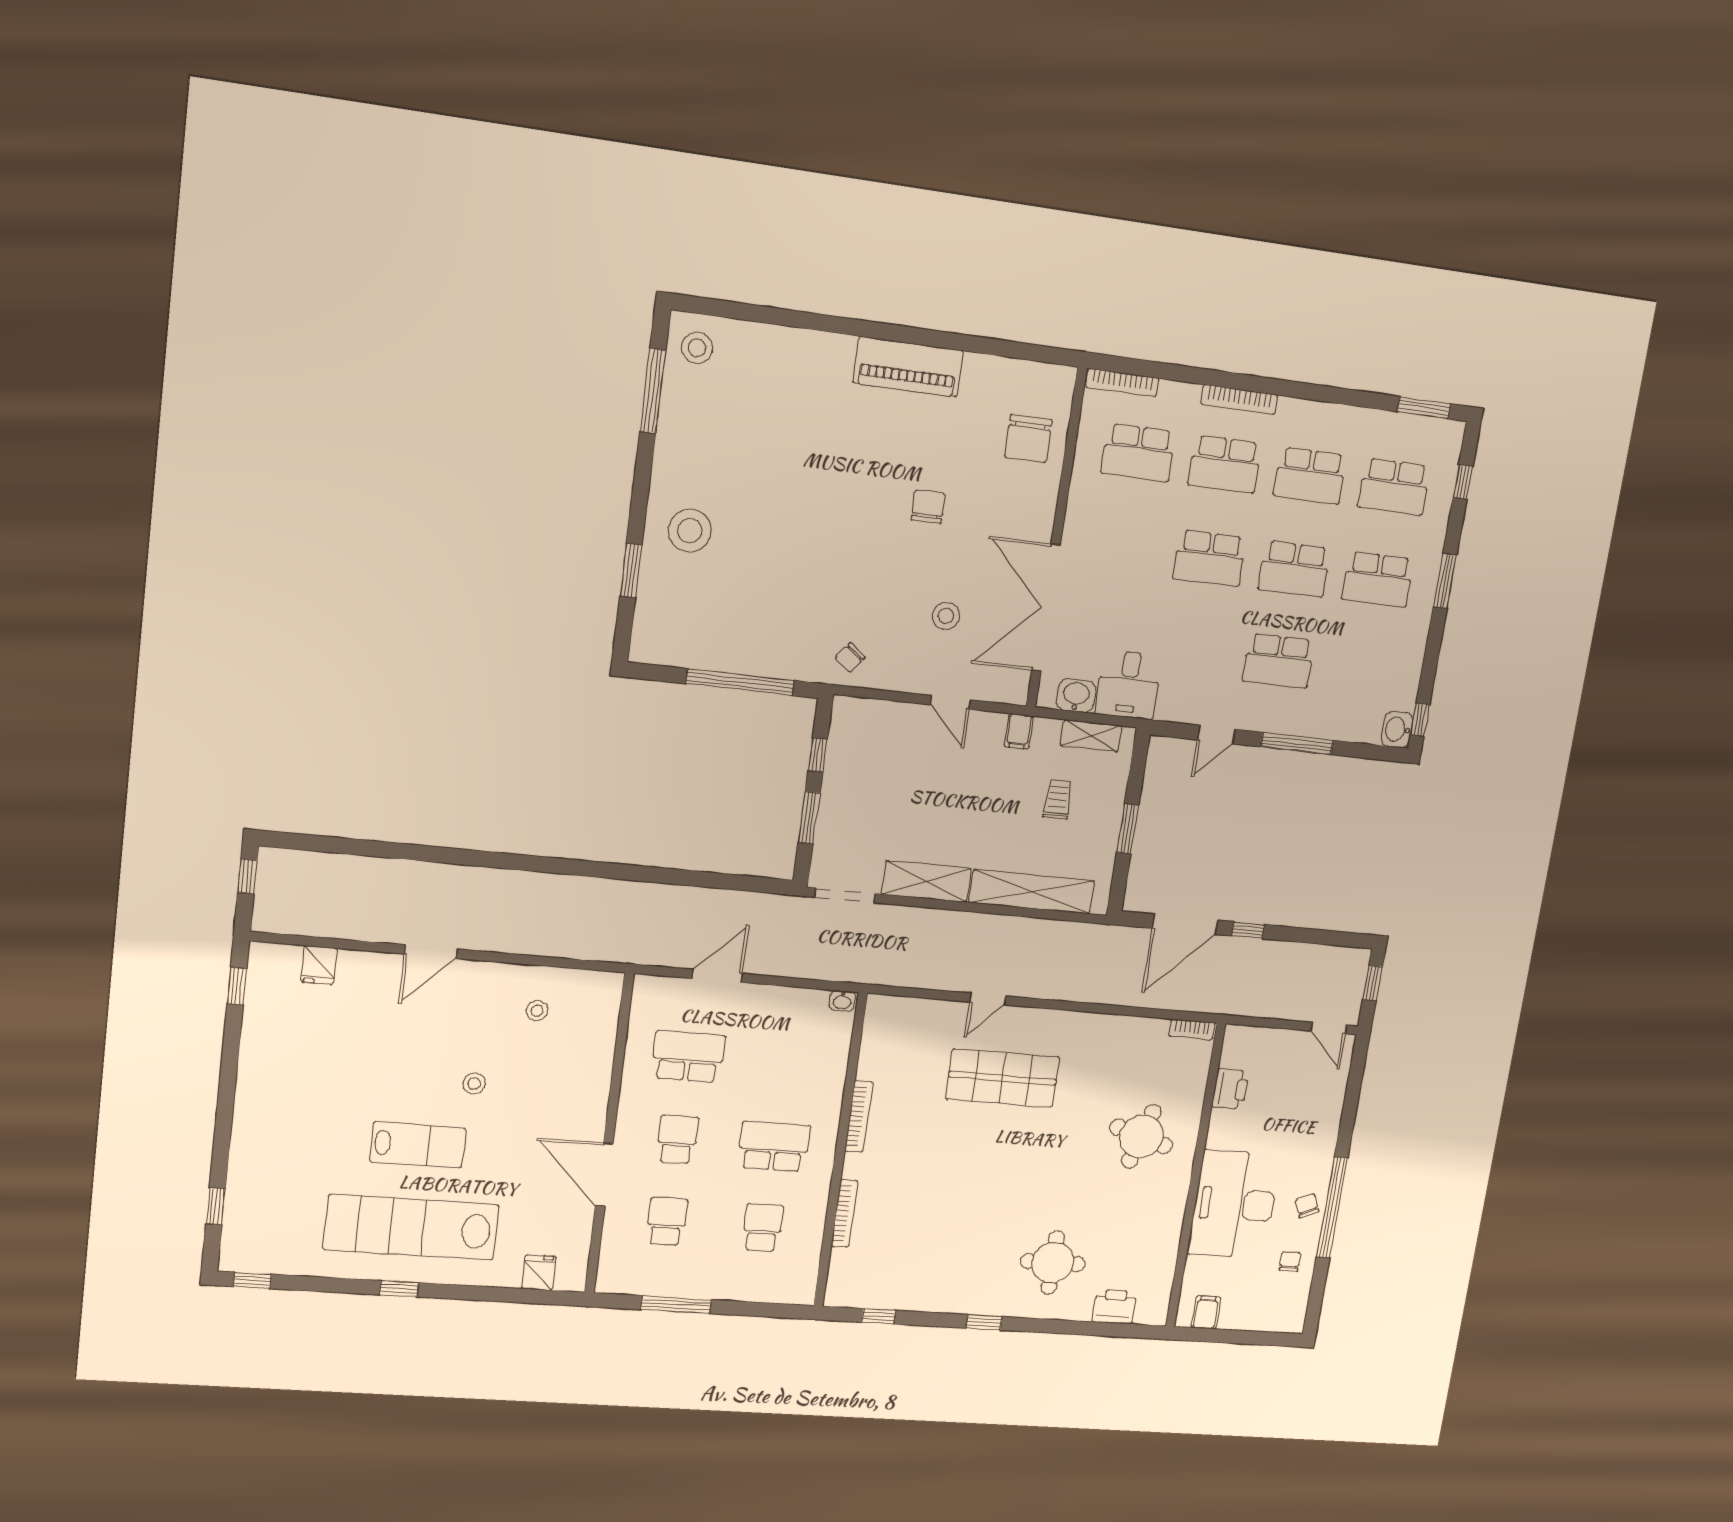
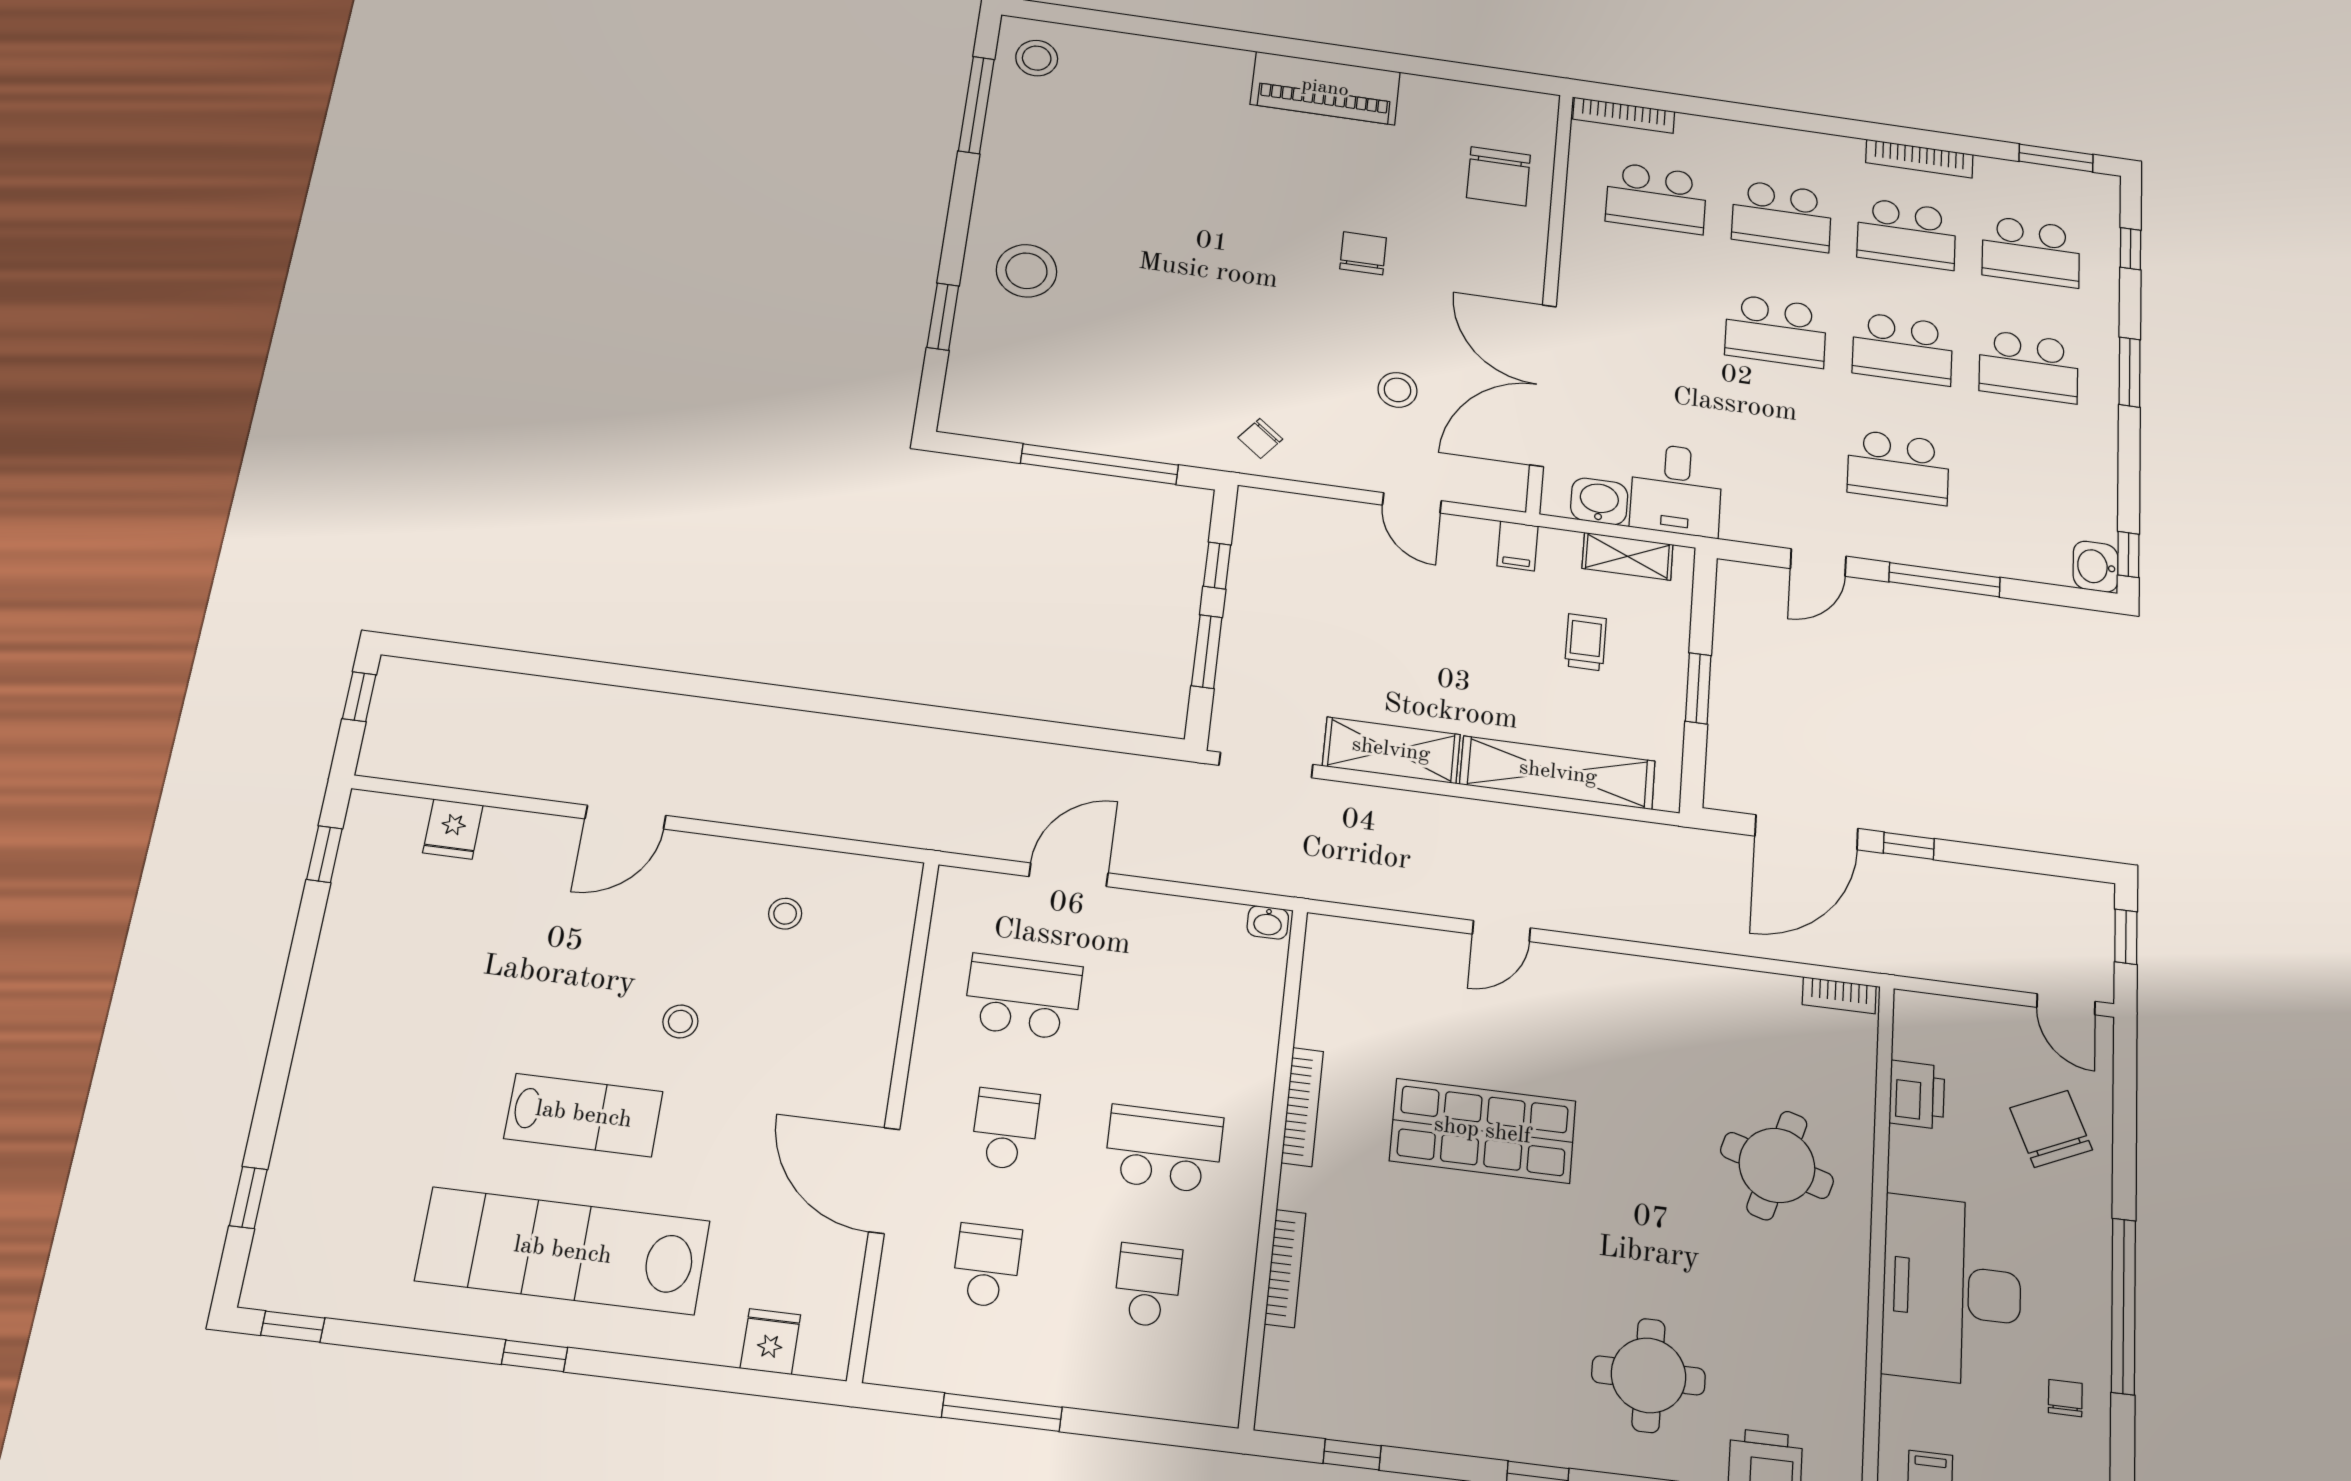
bookcase: (1239, 400) -> (1919, 159), moved
shop shelf: (1003, 1078) -> (1483, 1131), moved
chair: (1307, 1206) -> (2051, 1129), moved, width x1.87, depth x1.87

